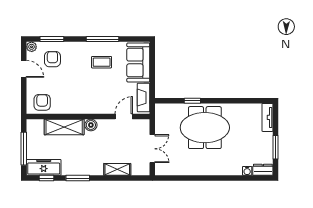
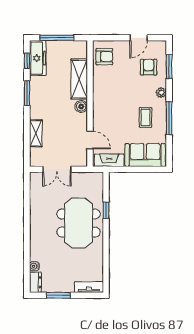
plant: (32, 47) -> (161, 93), moved
armchair: (52, 59) -> (149, 67), turned -90

